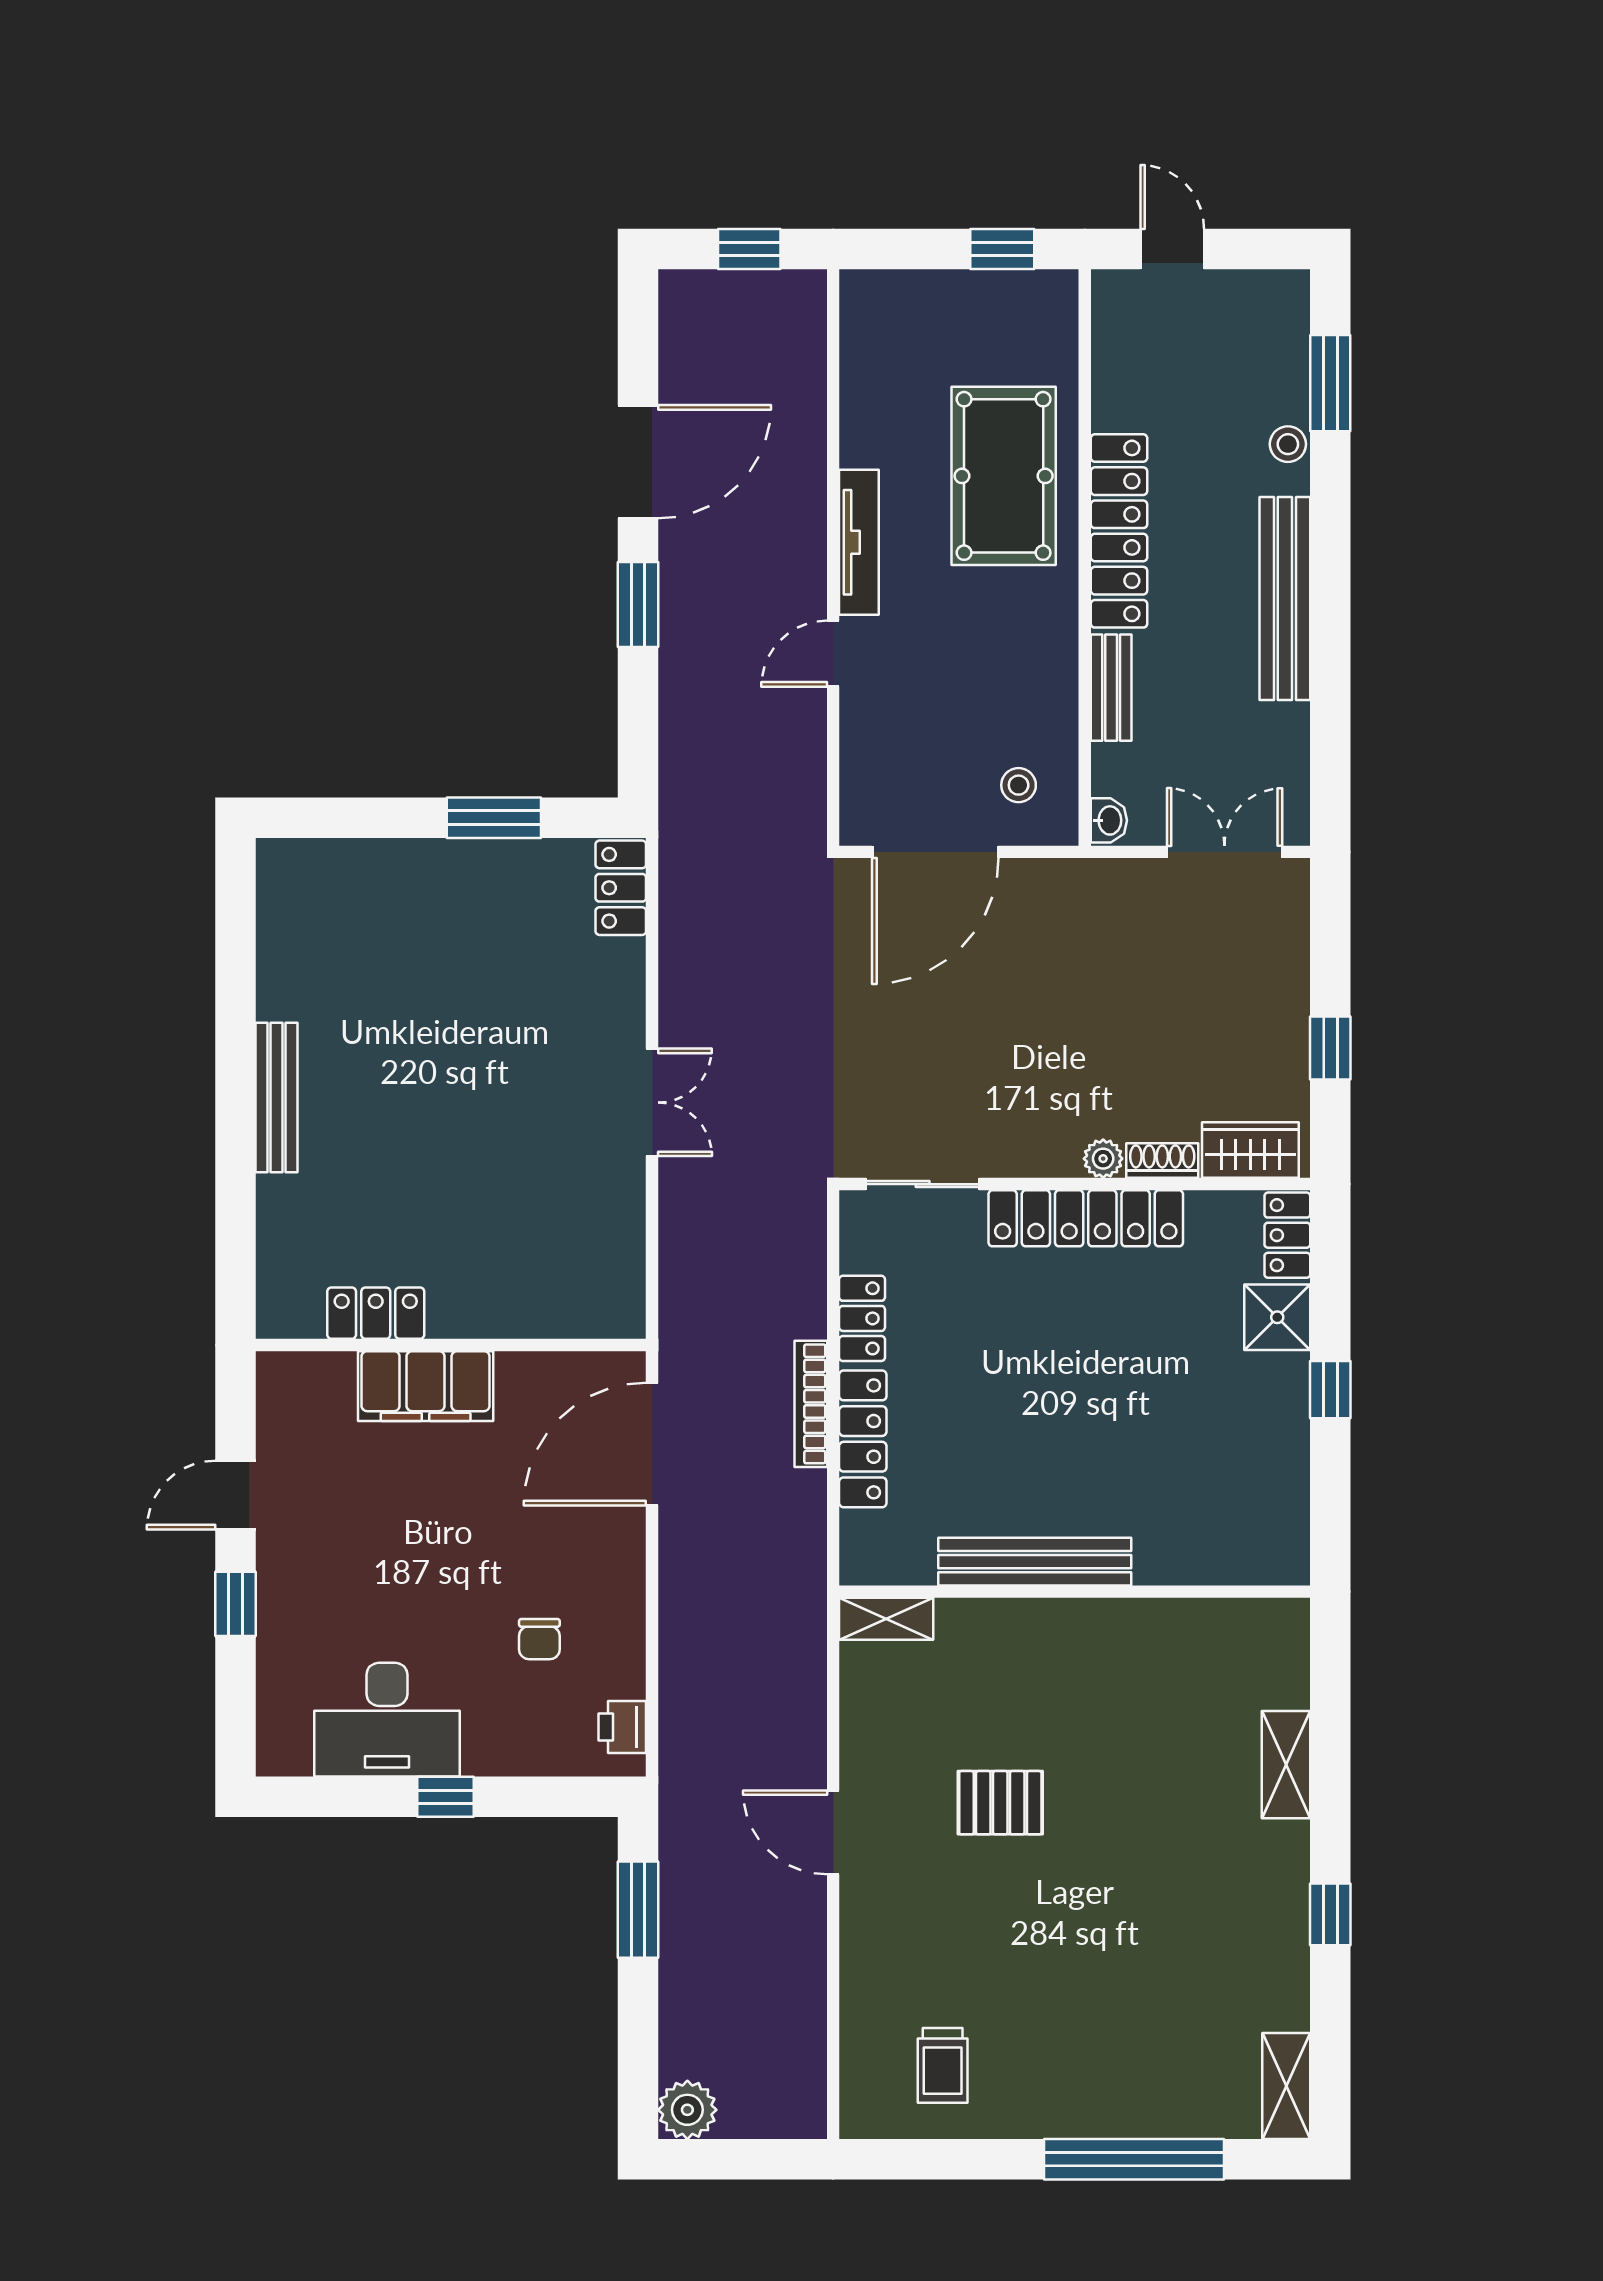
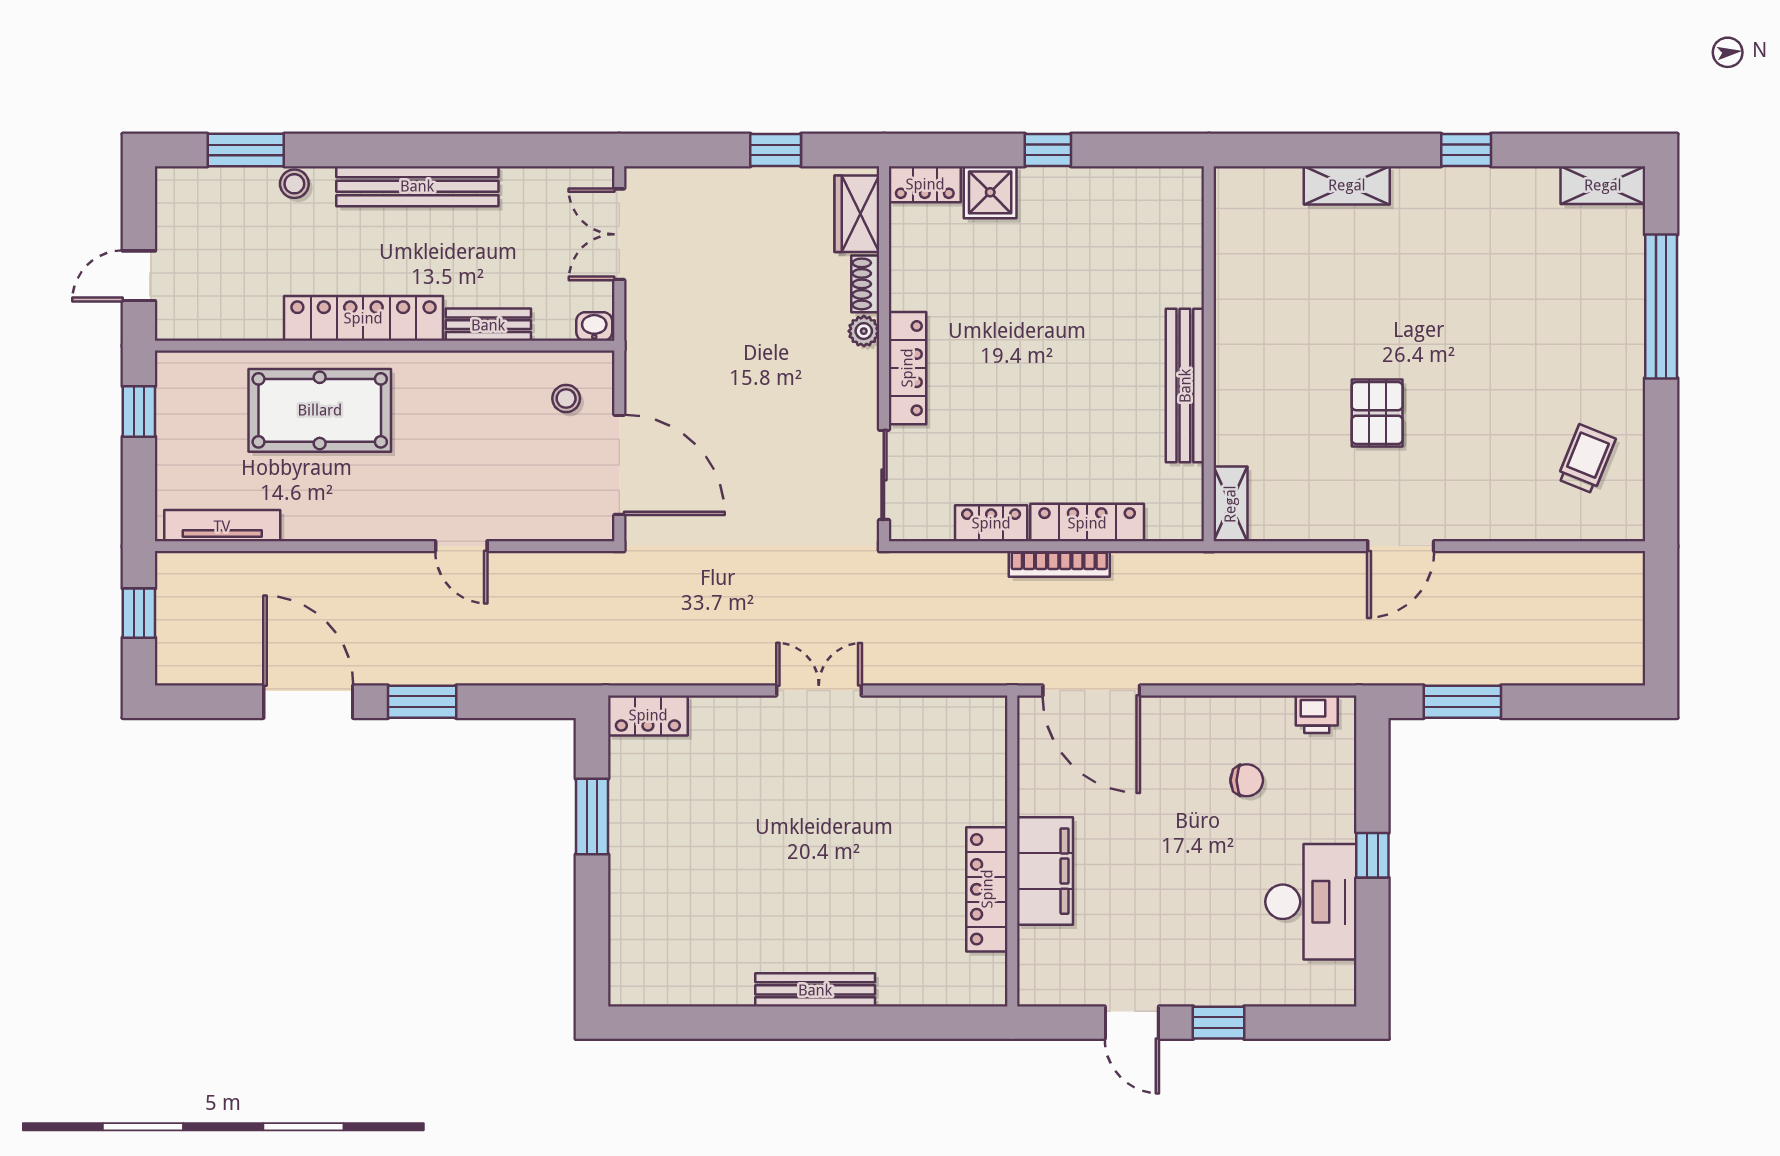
tv unit: (859, 542) -> (222, 526), moved
locker: (1086, 1218) -> (907, 368), width x0.71, depth x0.83
locker: (376, 1313) -> (987, 889), width x1.53
trolley: (943, 2065) -> (1586, 459), turned -68
plant: (687, 2110) -> (1622, 662), removed

